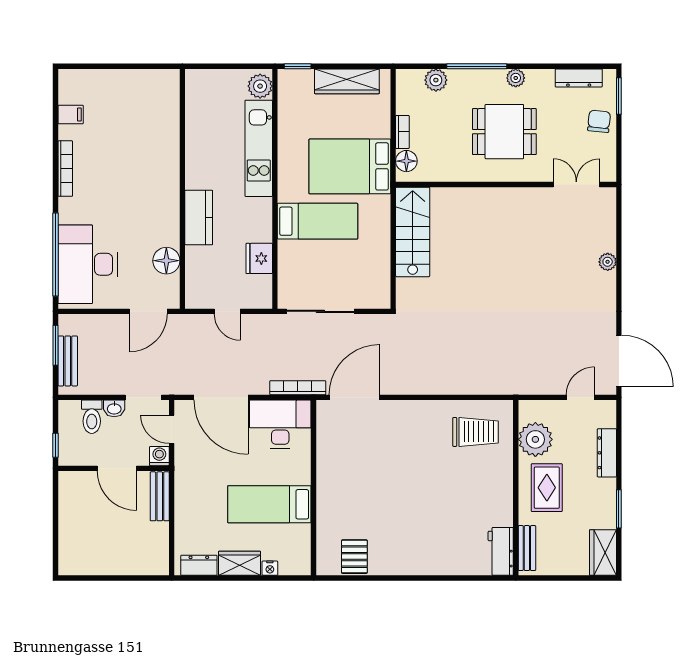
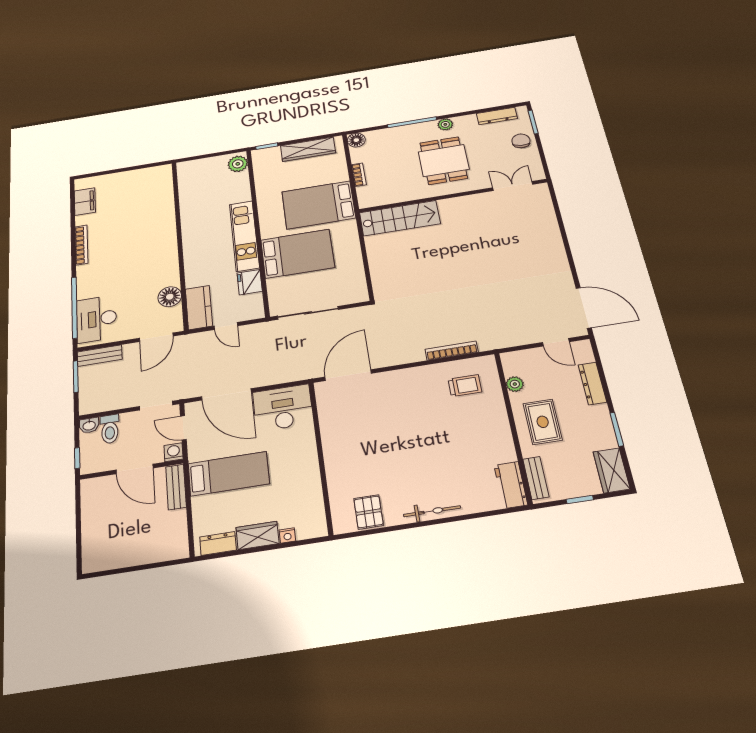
plant: (436, 80) -> (380, 136), removed
filing cabinet: (71, 115) -> (85, 201), width x2.00
dining table: (504, 132) -> (444, 161), turned 90
kitchen unit: (259, 148) -> (244, 236), moved
floor lamp: (406, 161) -> (356, 140), moved
kitchen counter: (199, 218) -> (199, 307), moved
bed: (318, 221) -> (297, 254), width x1.50
stairs: (413, 232) -> (400, 218), moved, turned 90
plant: (608, 262) -> (554, 236), removed
desk: (88, 264) -> (96, 319), width x0.73, depth x0.77
bench: (68, 361) -> (100, 356), moved, turned 90
bookcase: (298, 388) -> (452, 351), moved
door: (580, 397) -> (556, 342), swing flipped
washbasin: (114, 408) -> (89, 425), moved
trolley: (476, 432) -> (465, 386), width x0.73, depth x0.72
plant: (535, 439) -> (515, 384), width x0.53, depth x0.53
bed: (269, 504) -> (229, 474), moved, turned 180
bicycle: (418, 566) -> (432, 511), added
window: (565, 578) -> (580, 499), added

